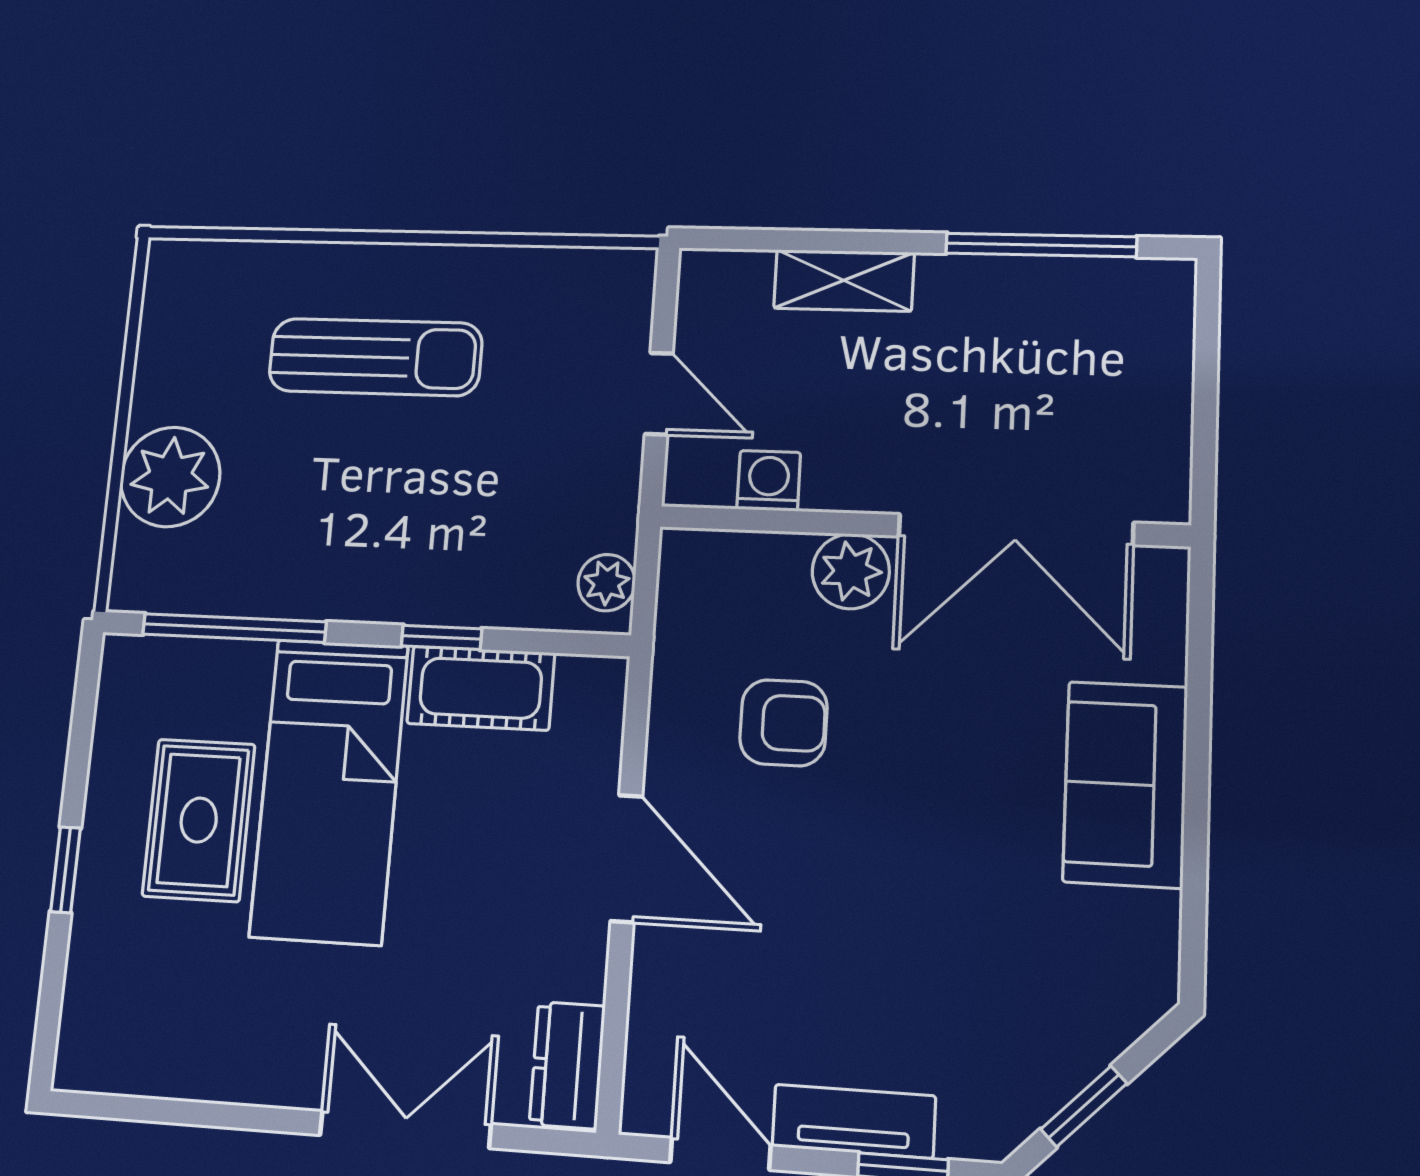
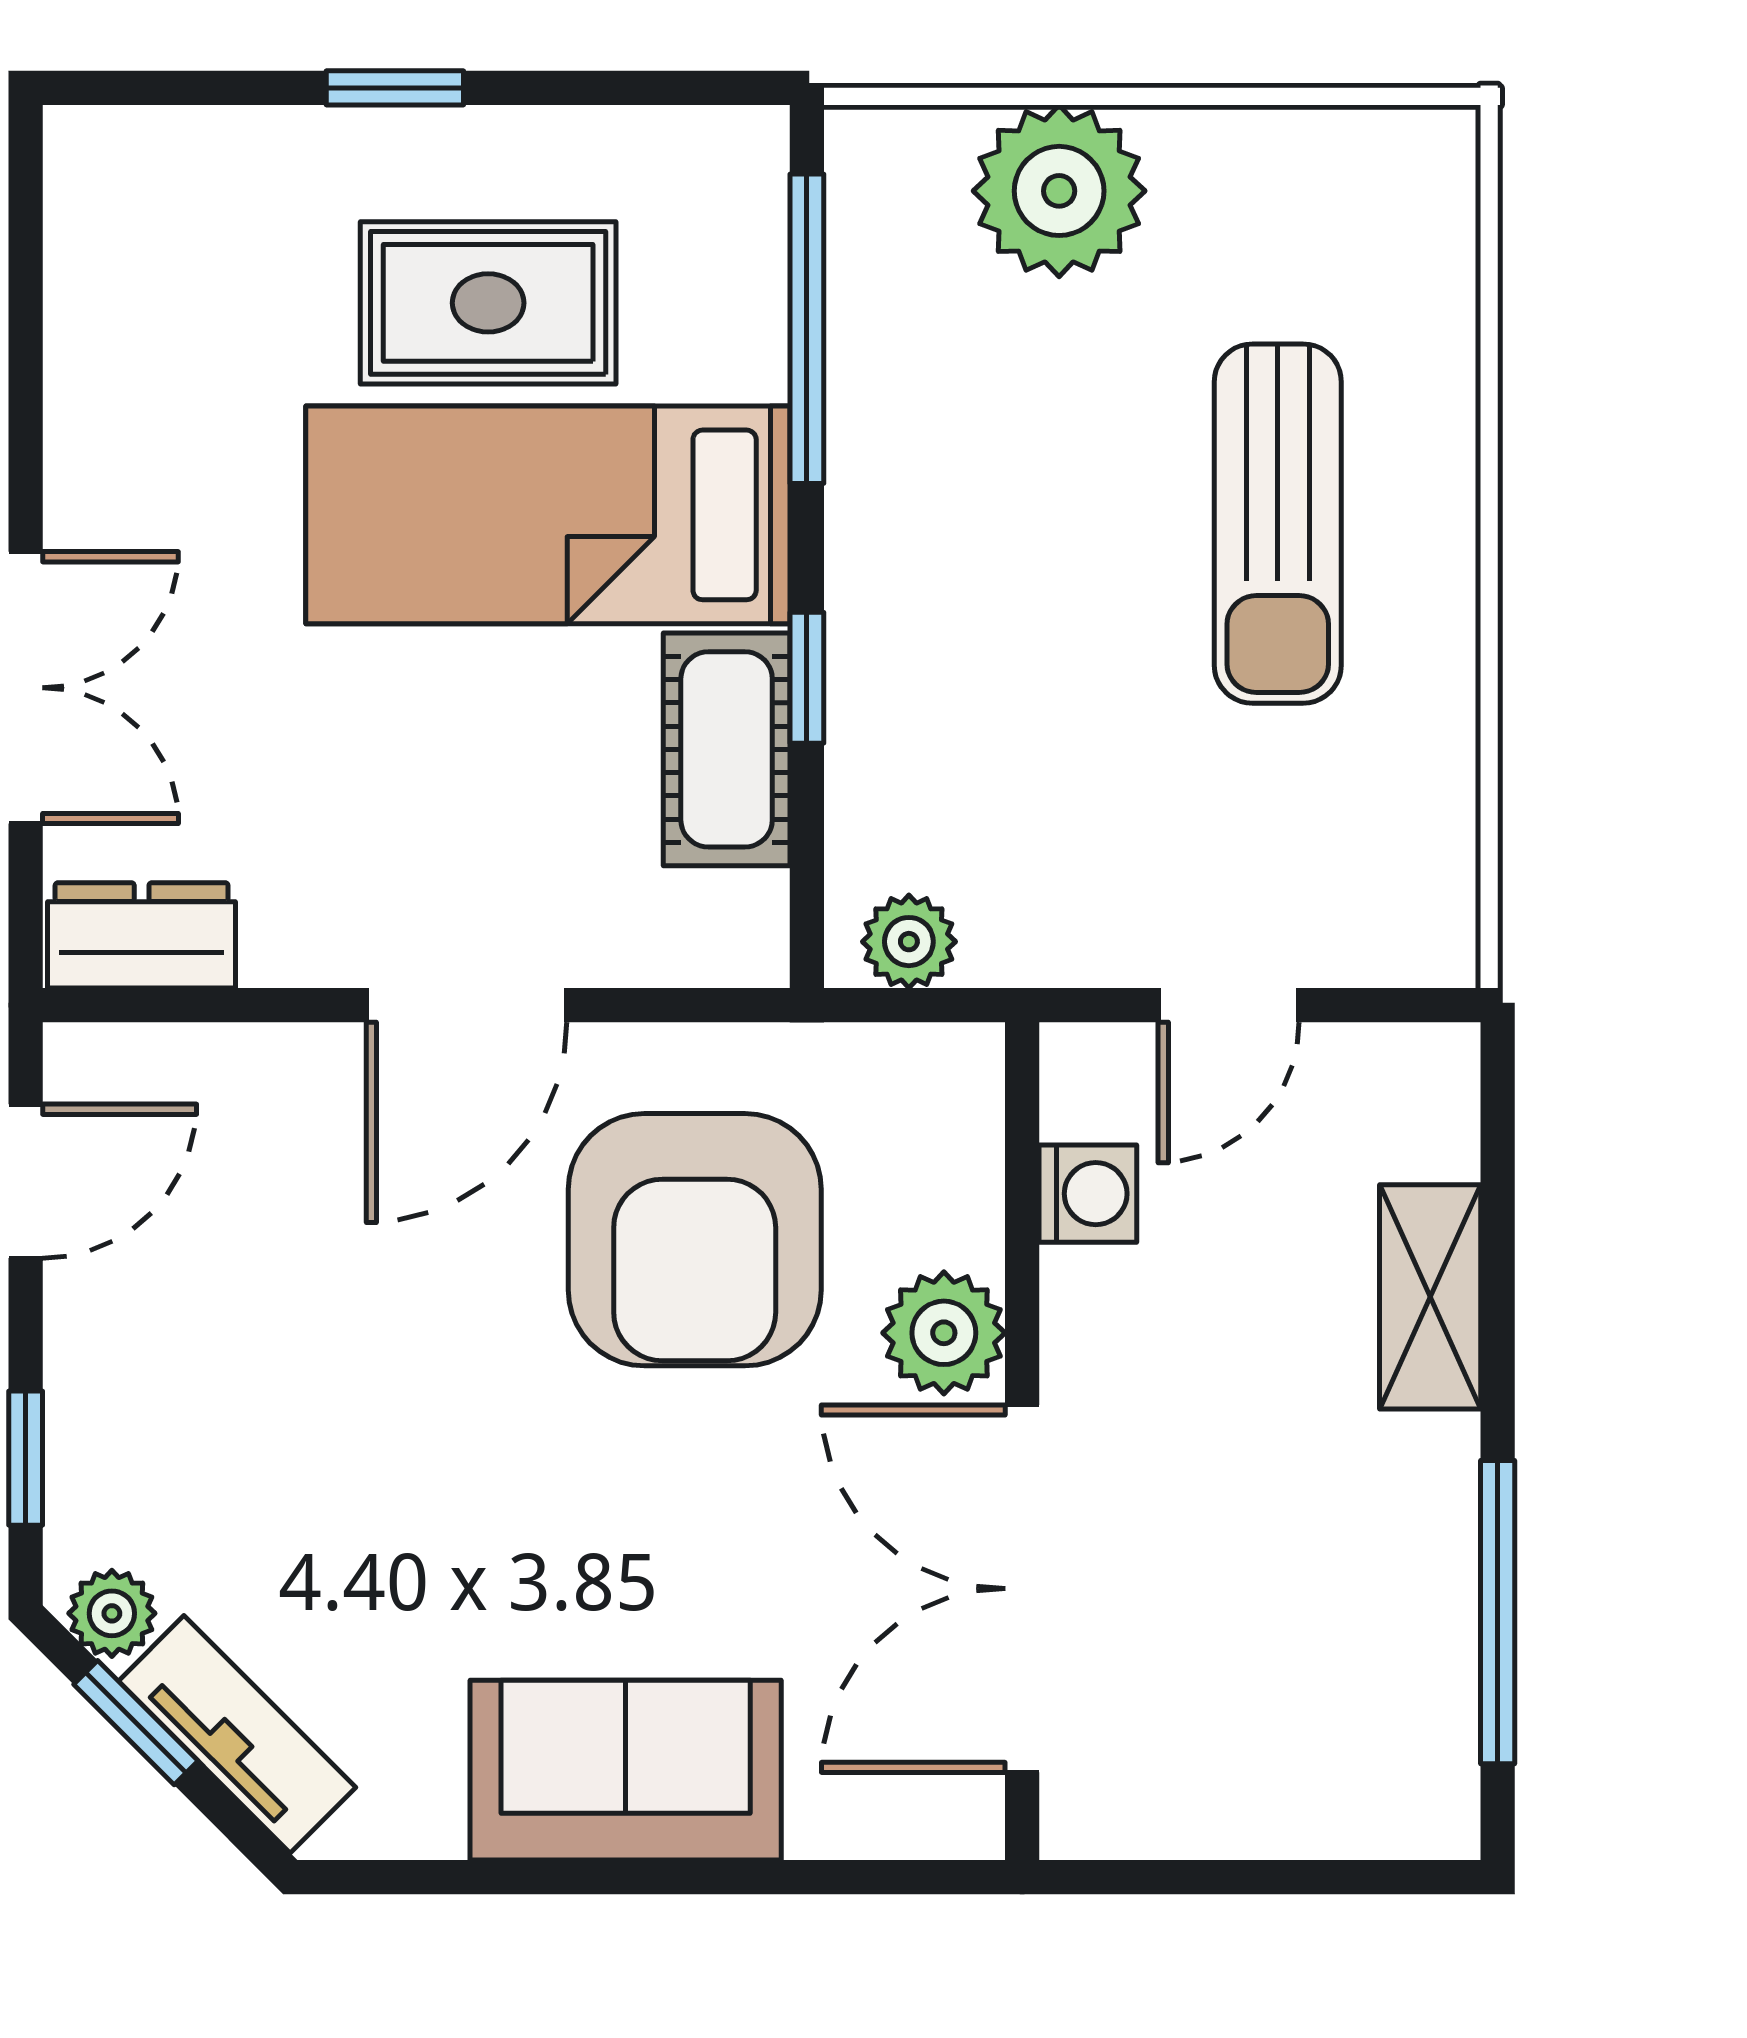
armchair: (783, 723) -> (695, 1240), width x1.88, depth x1.88
plant: (1009, 1117) -> (112, 1613), added
tv unit: (854, 1121) -> (237, 1734), moved, turned -45

